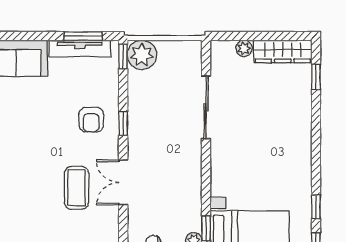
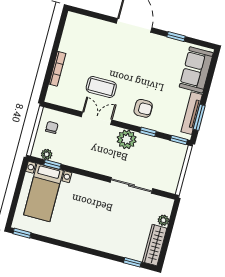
plant: (142, 55) -> (127, 139), moved
armchair: (91, 120) -> (143, 108), turned 180
window: (123, 124) -> (148, 132), moved
window: (316, 207) -> (48, 240), removed

